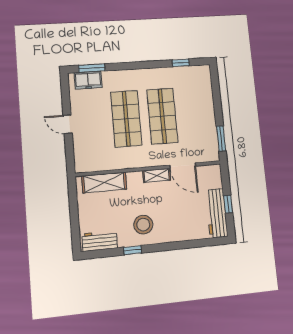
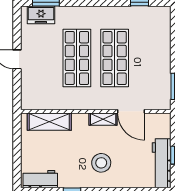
stool: (143, 225) -> (101, 163), moved

